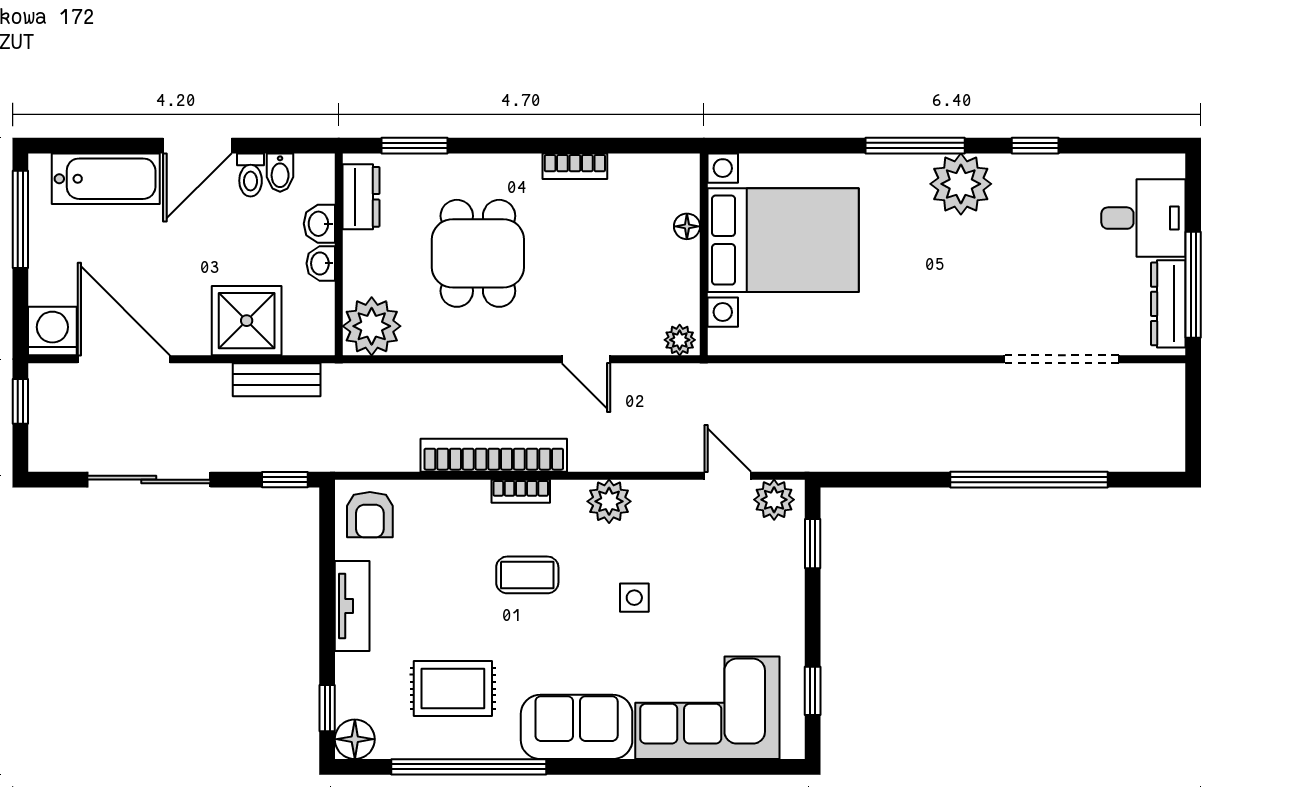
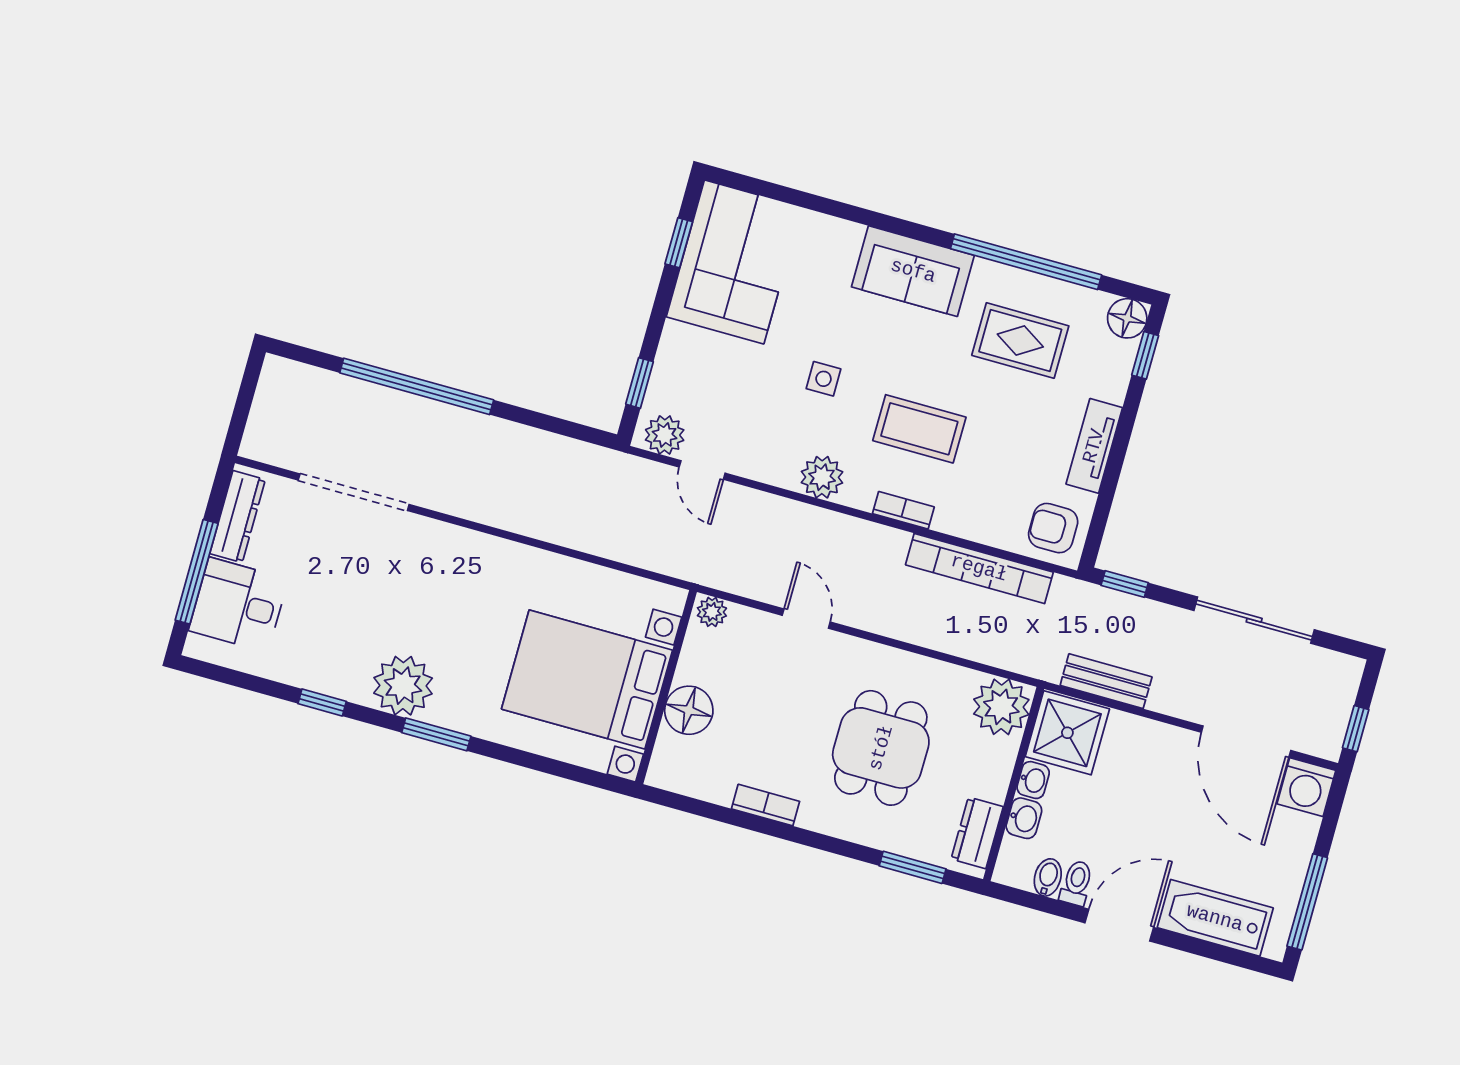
window: (915, 146) -> (436, 734), width x0.69
floor lamp: (687, 226) -> (689, 710), width x1.89, depth x1.89
window: (1193, 285) -> (197, 572), moved
shower: (247, 321) -> (1067, 733), moved
bookcase: (494, 455) -> (979, 568), moved
armchair: (370, 515) -> (1053, 528), turned -90
coffee table: (527, 575) -> (919, 429), width x1.36, depth x1.30
corner sofa: (707, 708) -> (734, 262), moved, turned -90

